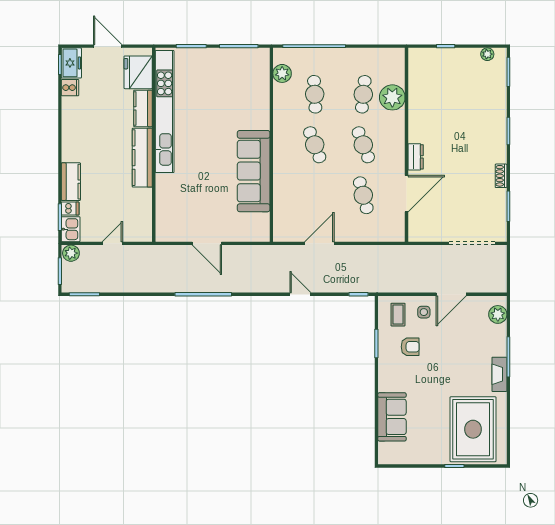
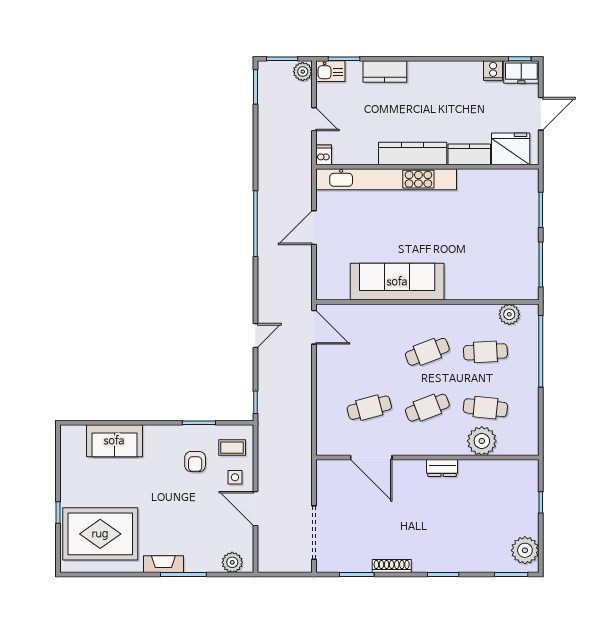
plant: (487, 54) -> (525, 550), width x1.87, depth x1.87
kitchen unit: (165, 112) -> (386, 179), moved
dresser: (416, 157) -> (442, 468), moved
shoe rack: (501, 176) -> (392, 566), width x1.43
dishwasher: (70, 209) -> (324, 155), moved, turned 180
door: (319, 243) -> (314, 327), moved

